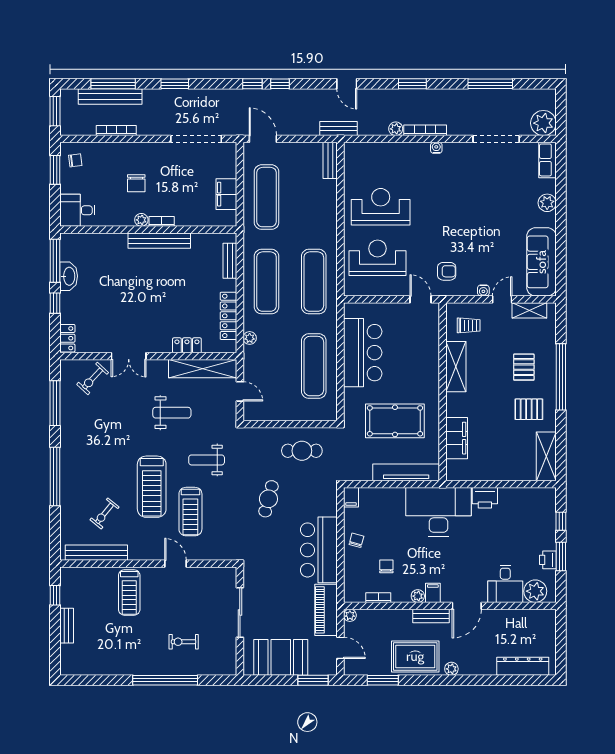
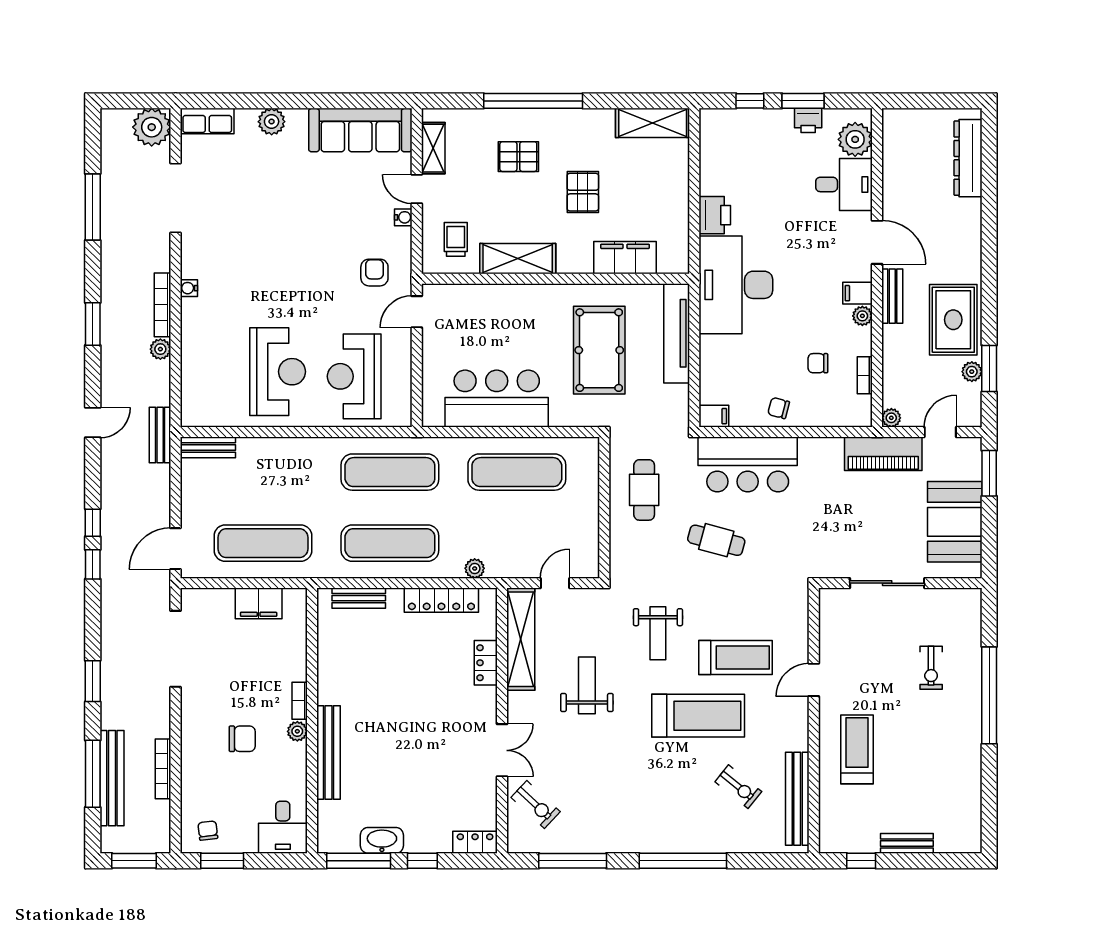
reception desk: (381, 207) -> (278, 372), turned 180
bench: (159, 241) -> (328, 753), moved
pallet: (529, 409) -> (583, 192), moved
bar counter: (319, 550) -> (748, 464), moved
treadmill: (129, 592) -> (857, 749), turned -90
plant: (451, 669) -> (972, 372), moved

